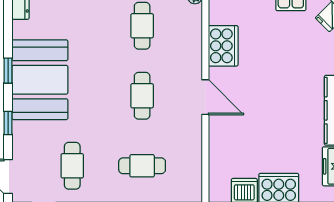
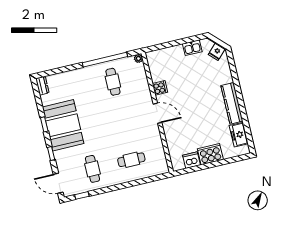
cooker: (223, 46) -> (160, 88), width x0.53, depth x0.76
cafe table: (142, 96) -> (122, 121), removed

